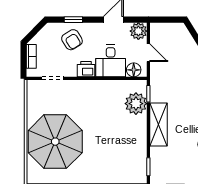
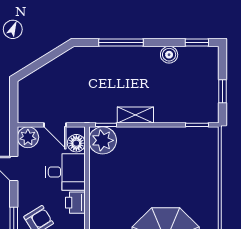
door: (148, 53) -> (55, 125), swing flipped
plant: (136, 104) -> (103, 140), moved
shelving: (159, 124) -> (135, 115), width x0.67, depth x0.75

